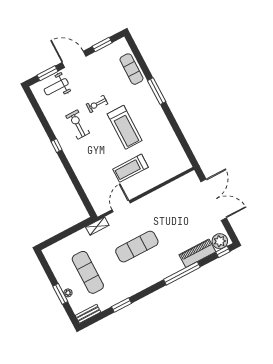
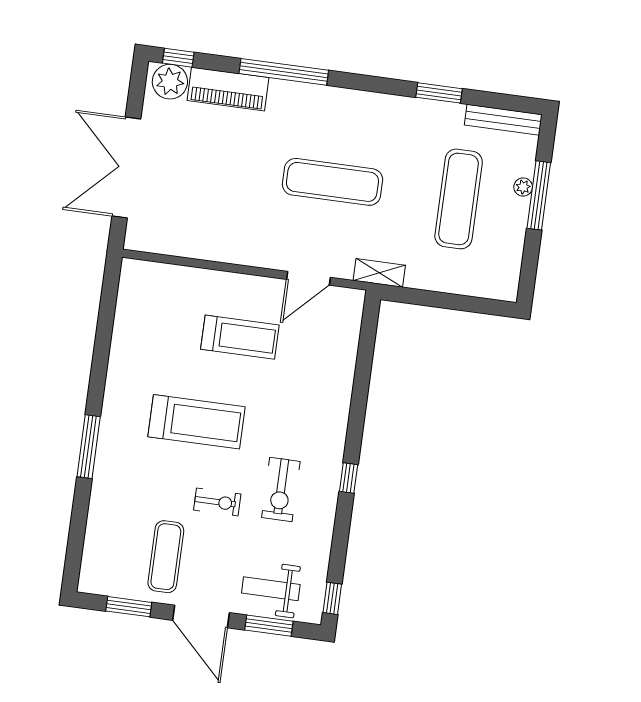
exercise mat: (131, 69) -> (166, 557), moved
weight bench: (56, 87) -> (271, 589), turned 180
window: (32, 99) -> (332, 598), added
treadmill: (125, 127) -> (197, 422), turned 90
window: (60, 294) -> (539, 195), width x1.44
bench: (88, 314) -> (503, 120), width x1.36

